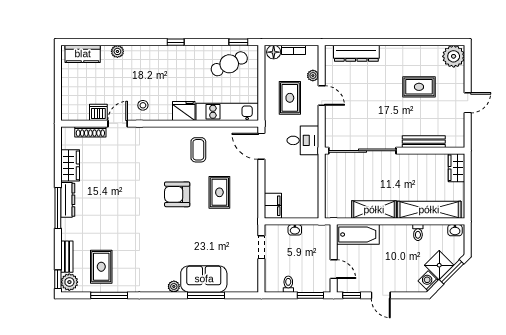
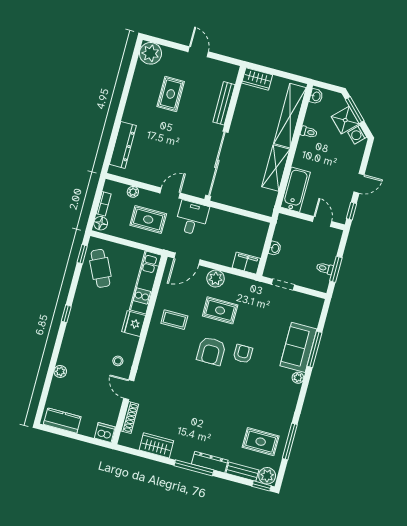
kitchen counter: (83, 54) -> (62, 421), moved, turned -90
door: (322, 96) -> (170, 193), moved
dishwasher: (98, 112) -> (105, 433), moved, turned 90
plant: (250, 180) -> (216, 279), added
dresser: (68, 200) -> (210, 462), moved
armchair: (183, 226) -> (243, 354), added
door: (334, 269) -> (322, 221), hinge flipped
window: (310, 295) -> (336, 269), moved

